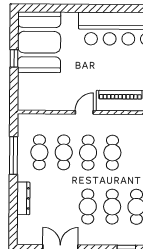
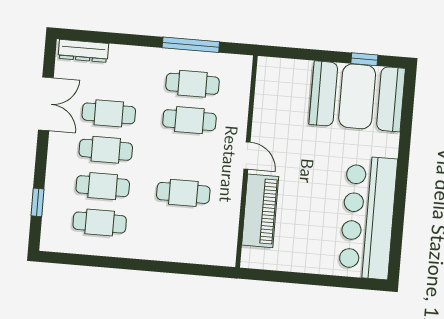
window: (14, 58) -> (364, 59), moved
cafe table: (88, 153) -> (109, 113), moved
dresser: (23, 198) -> (83, 51), moved

